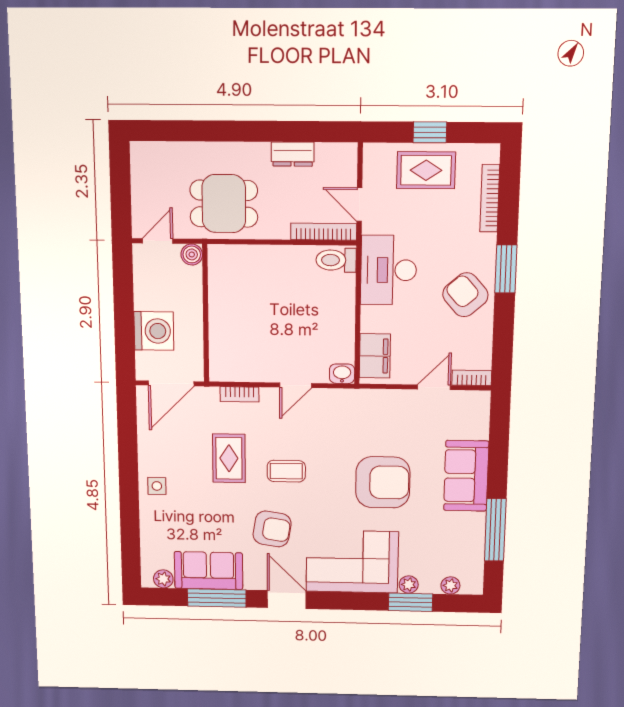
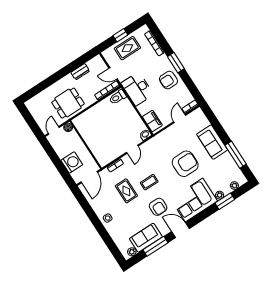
armchair: (465, 295) -> (168, 80), turned -49
armchair: (272, 529) -> (158, 207), turned 81

